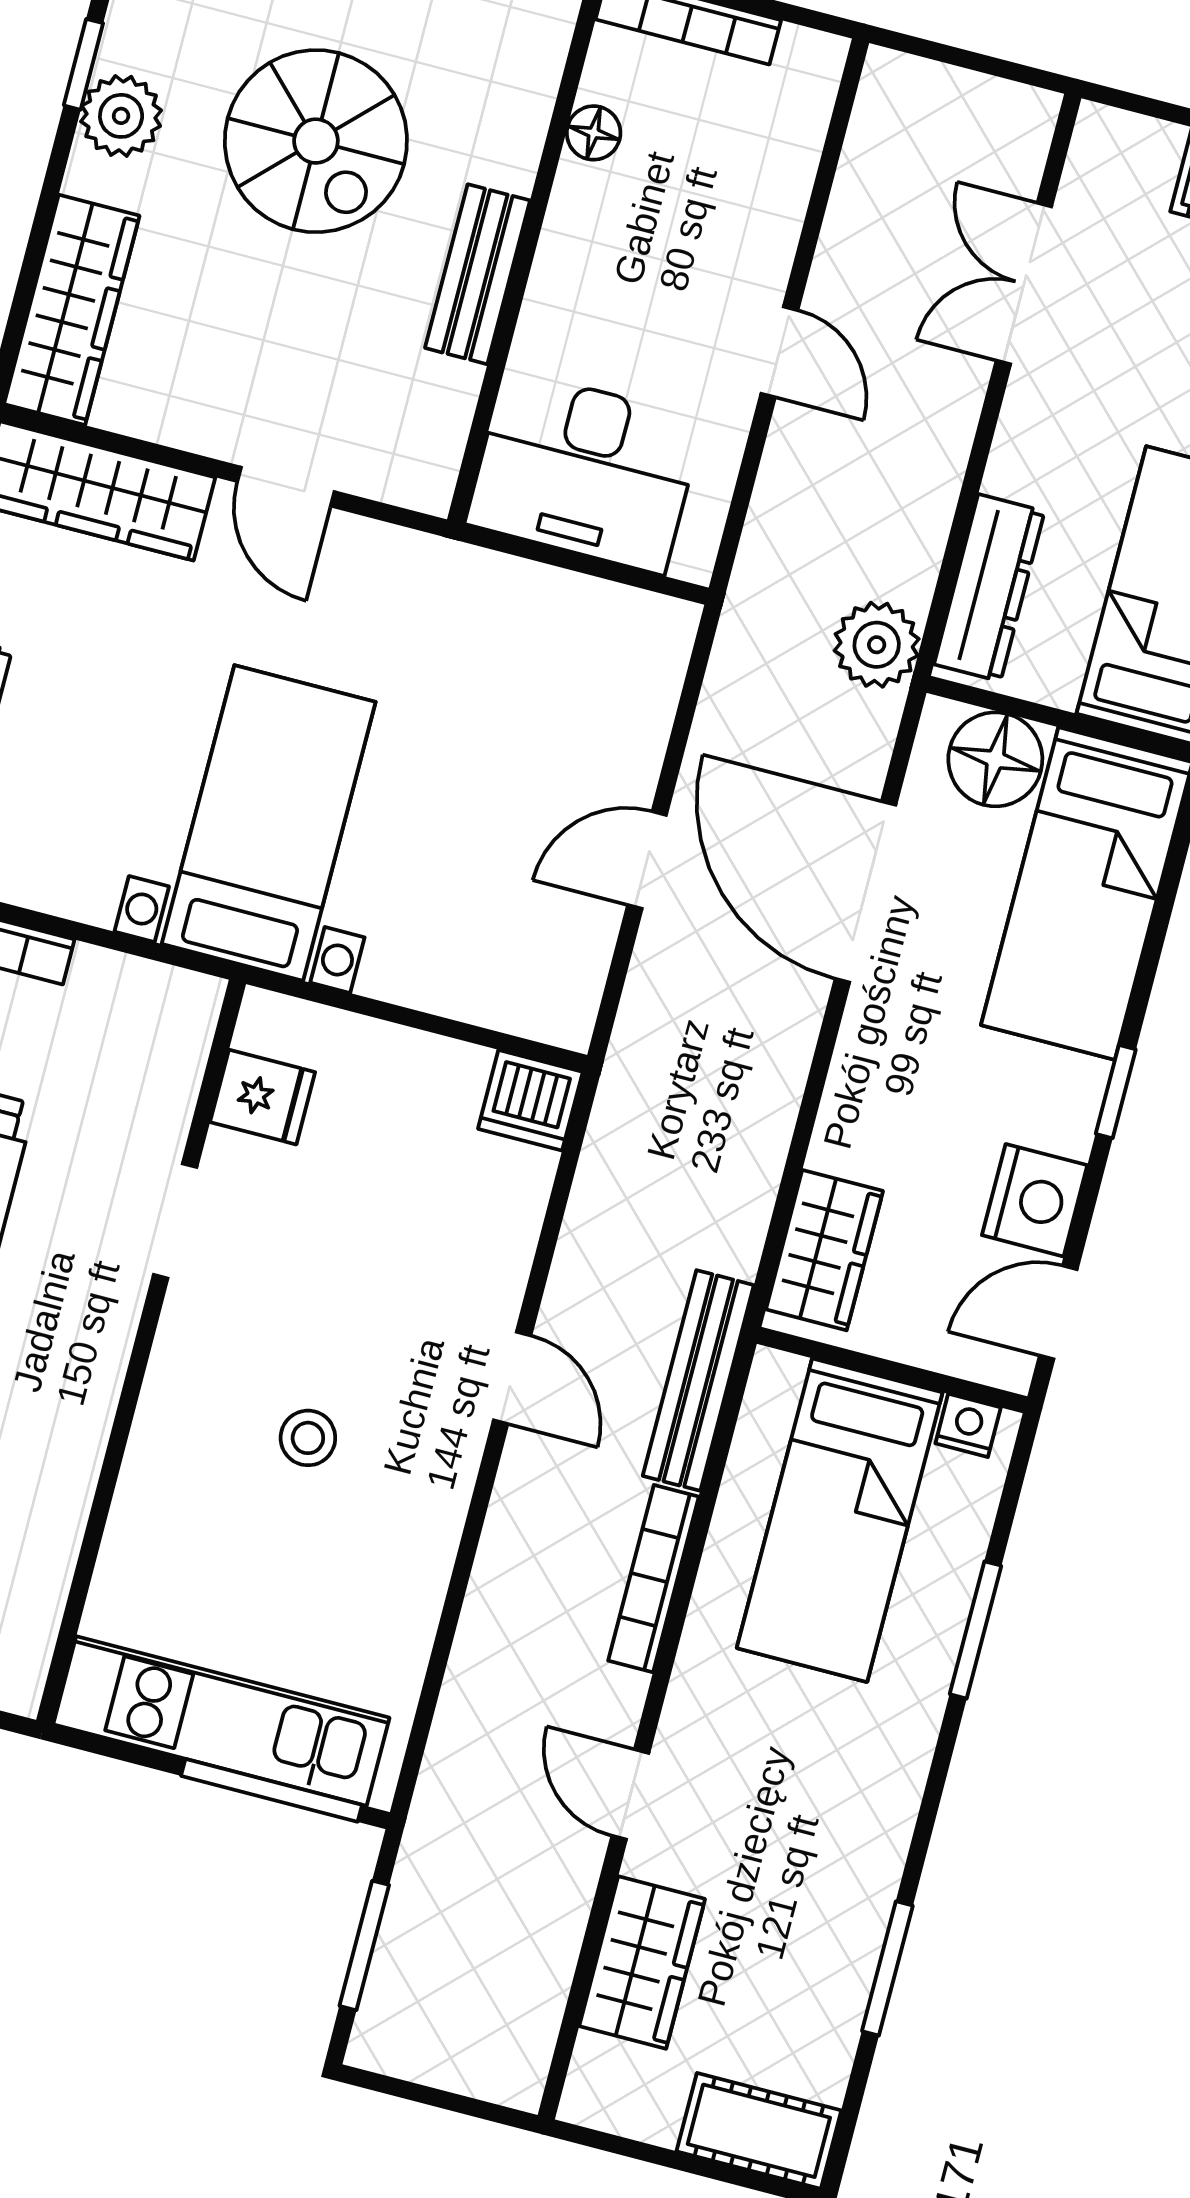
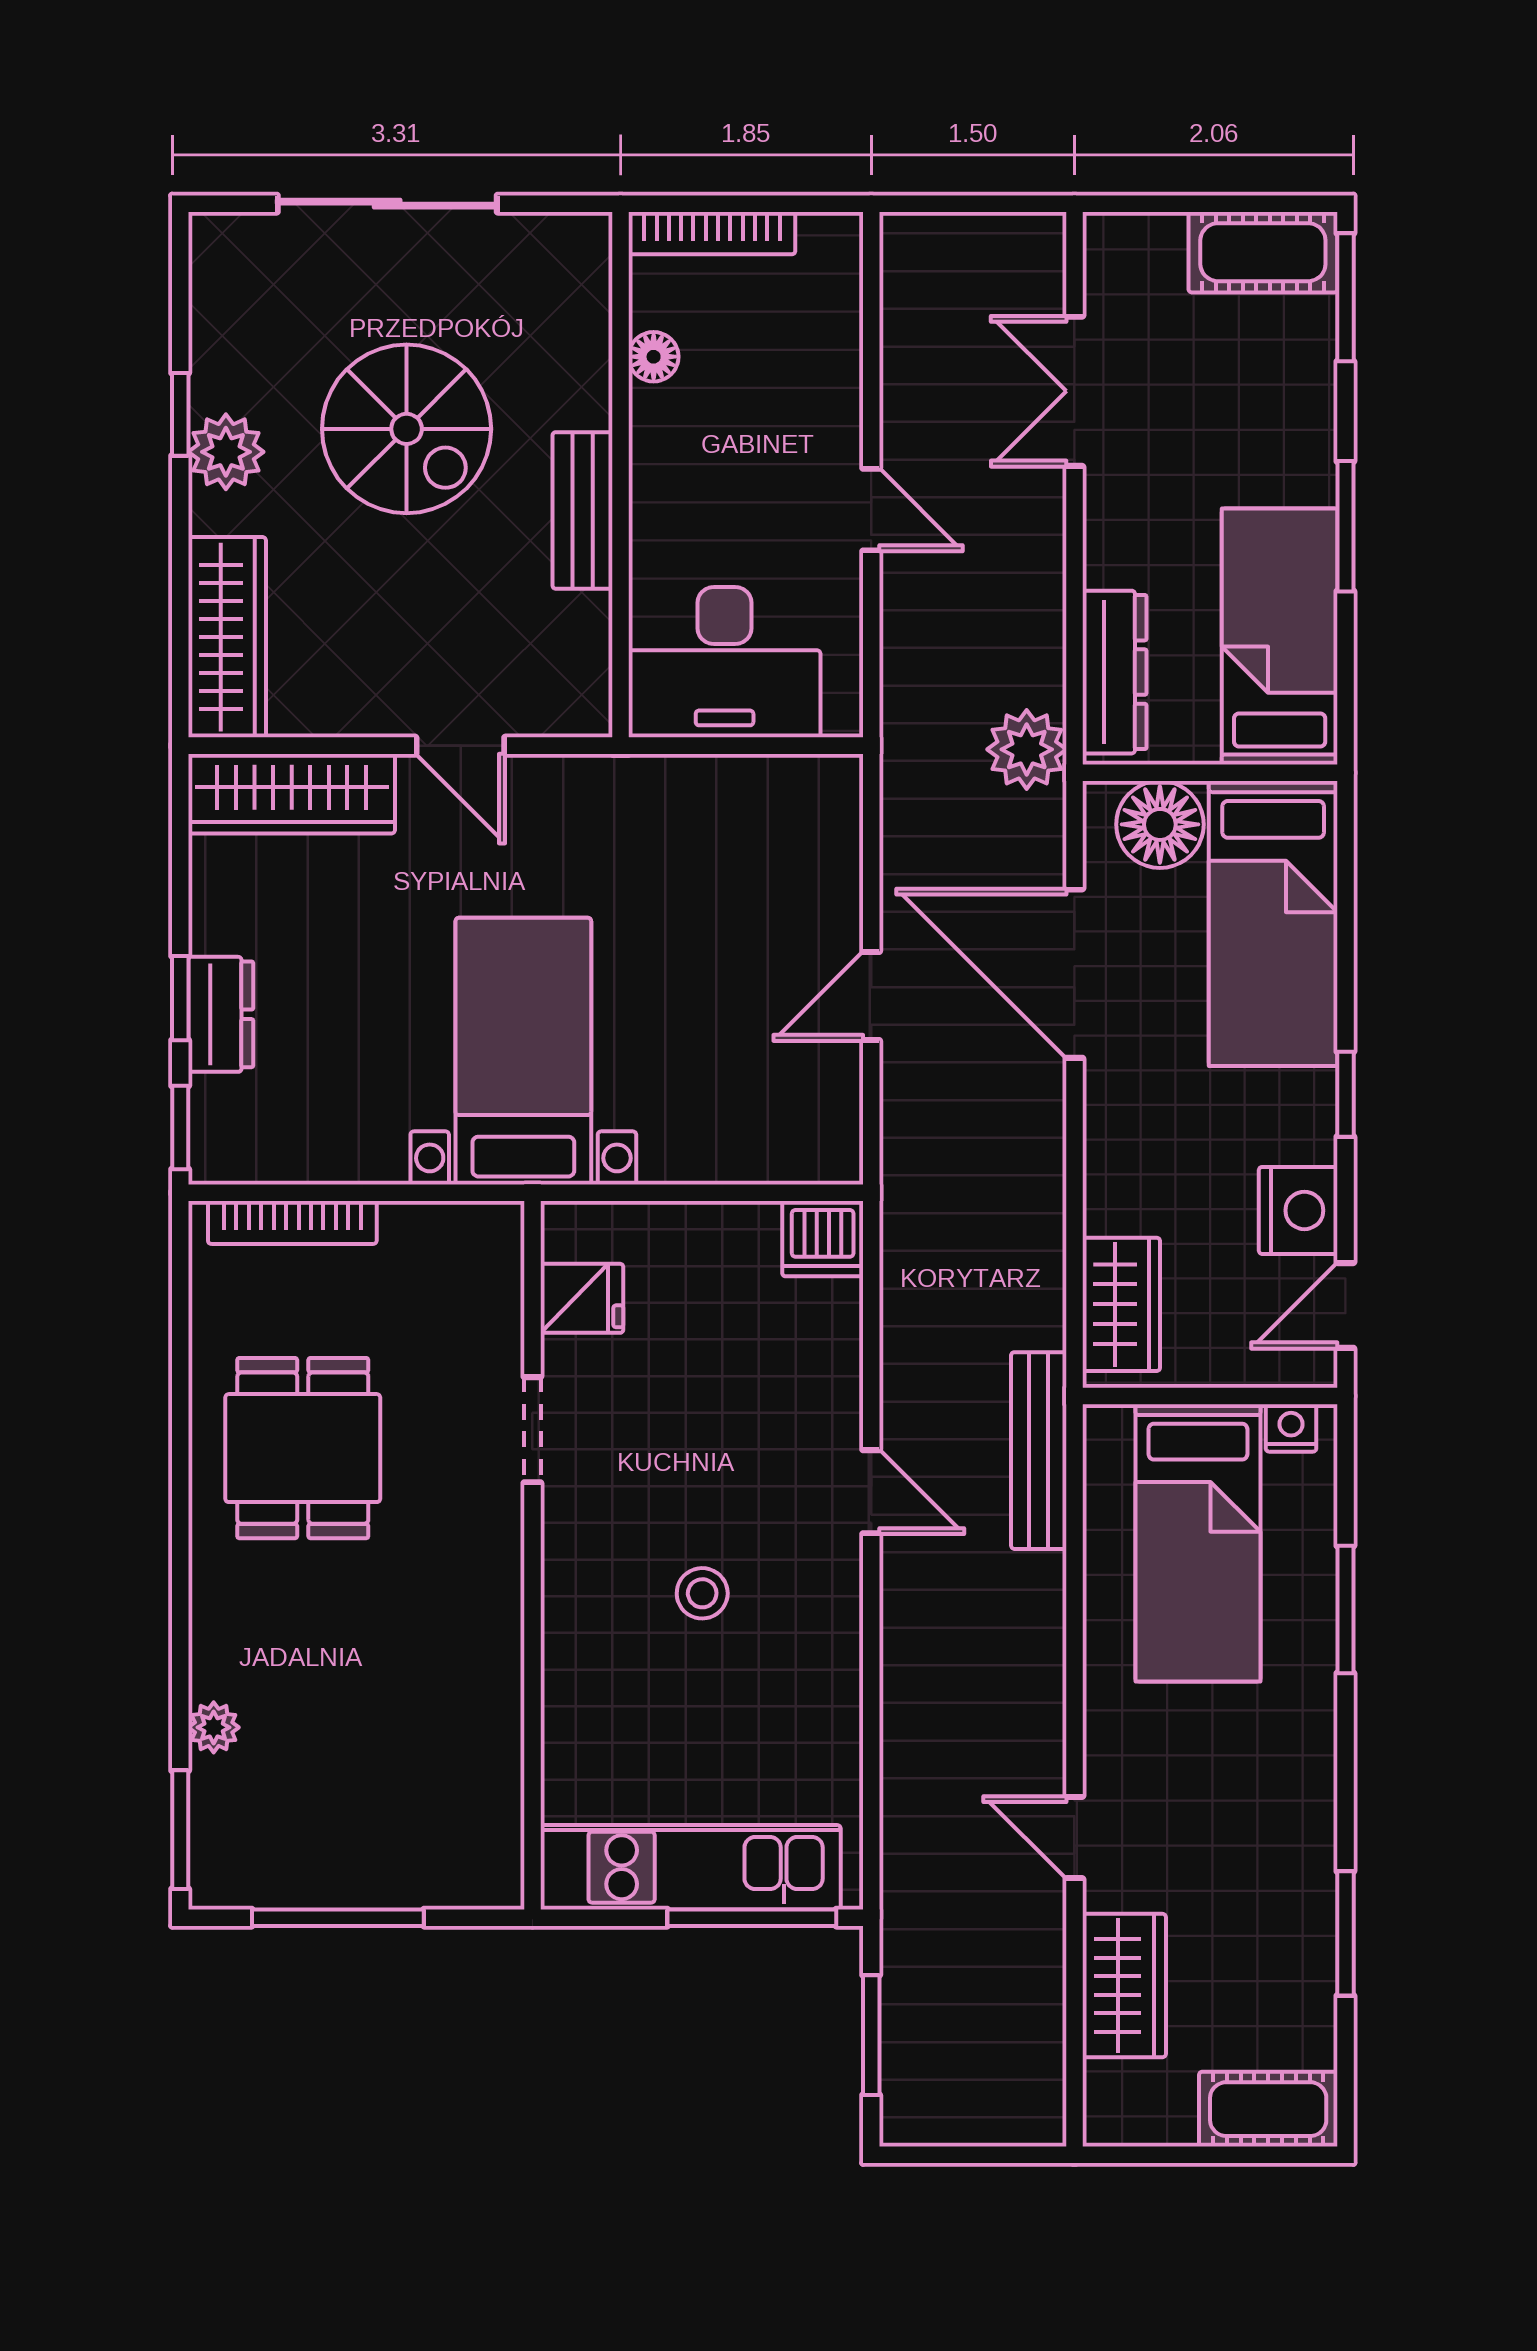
bookcase: (653, 1579) -> (1045, 1639), removed

